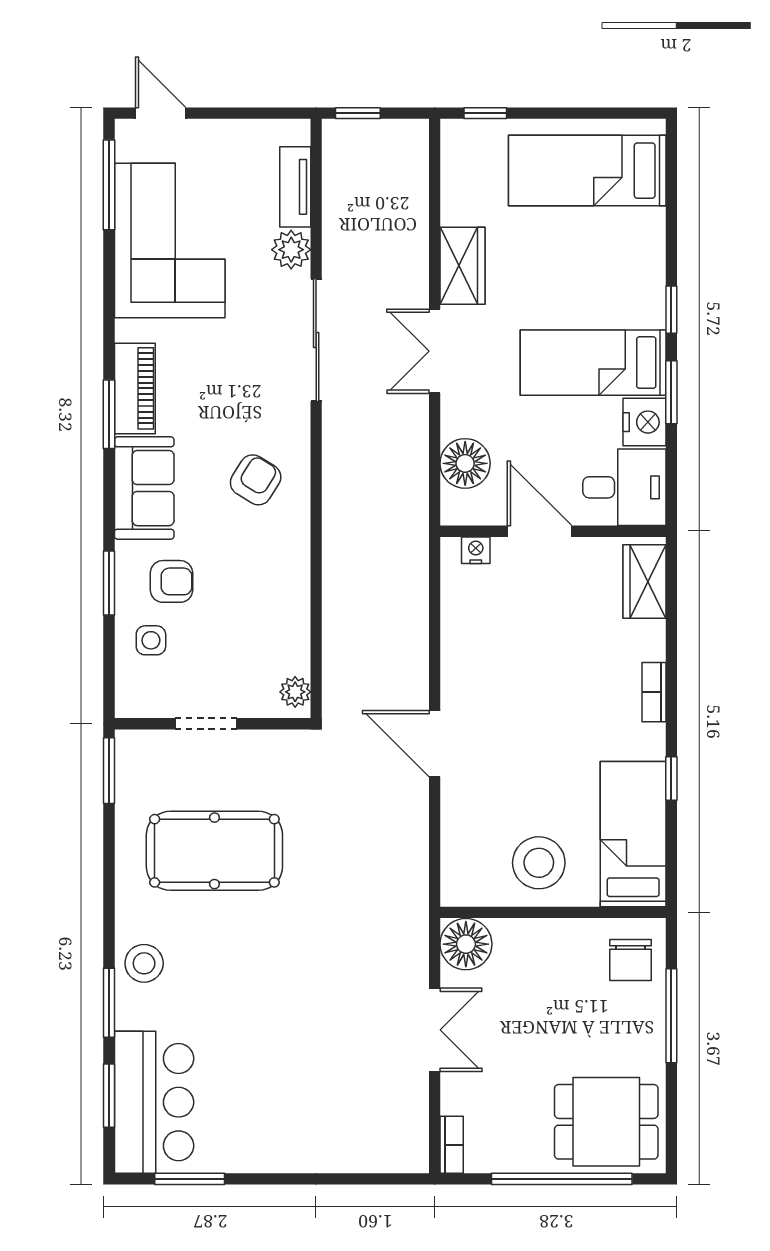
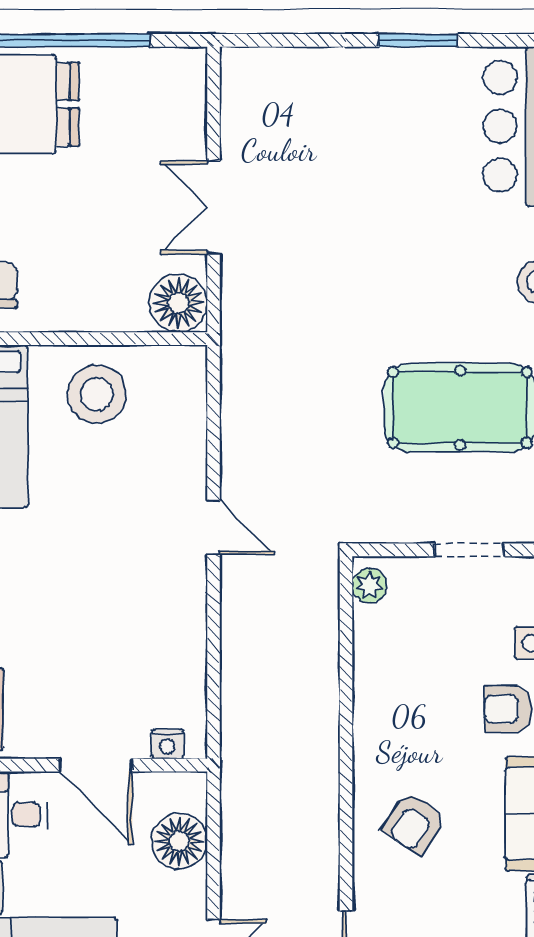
door: (435, 744) -> (213, 528), width x0.73
bookcase: (452, 1145) -> (194, 79), removed
window: (190, 1179) -> (418, 40), moved

